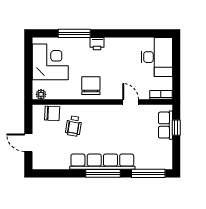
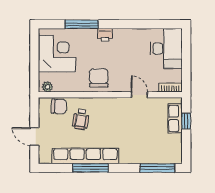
row of seats: (102, 162) -> (85, 156), moved
window: (103, 173) -> (90, 168), moved

